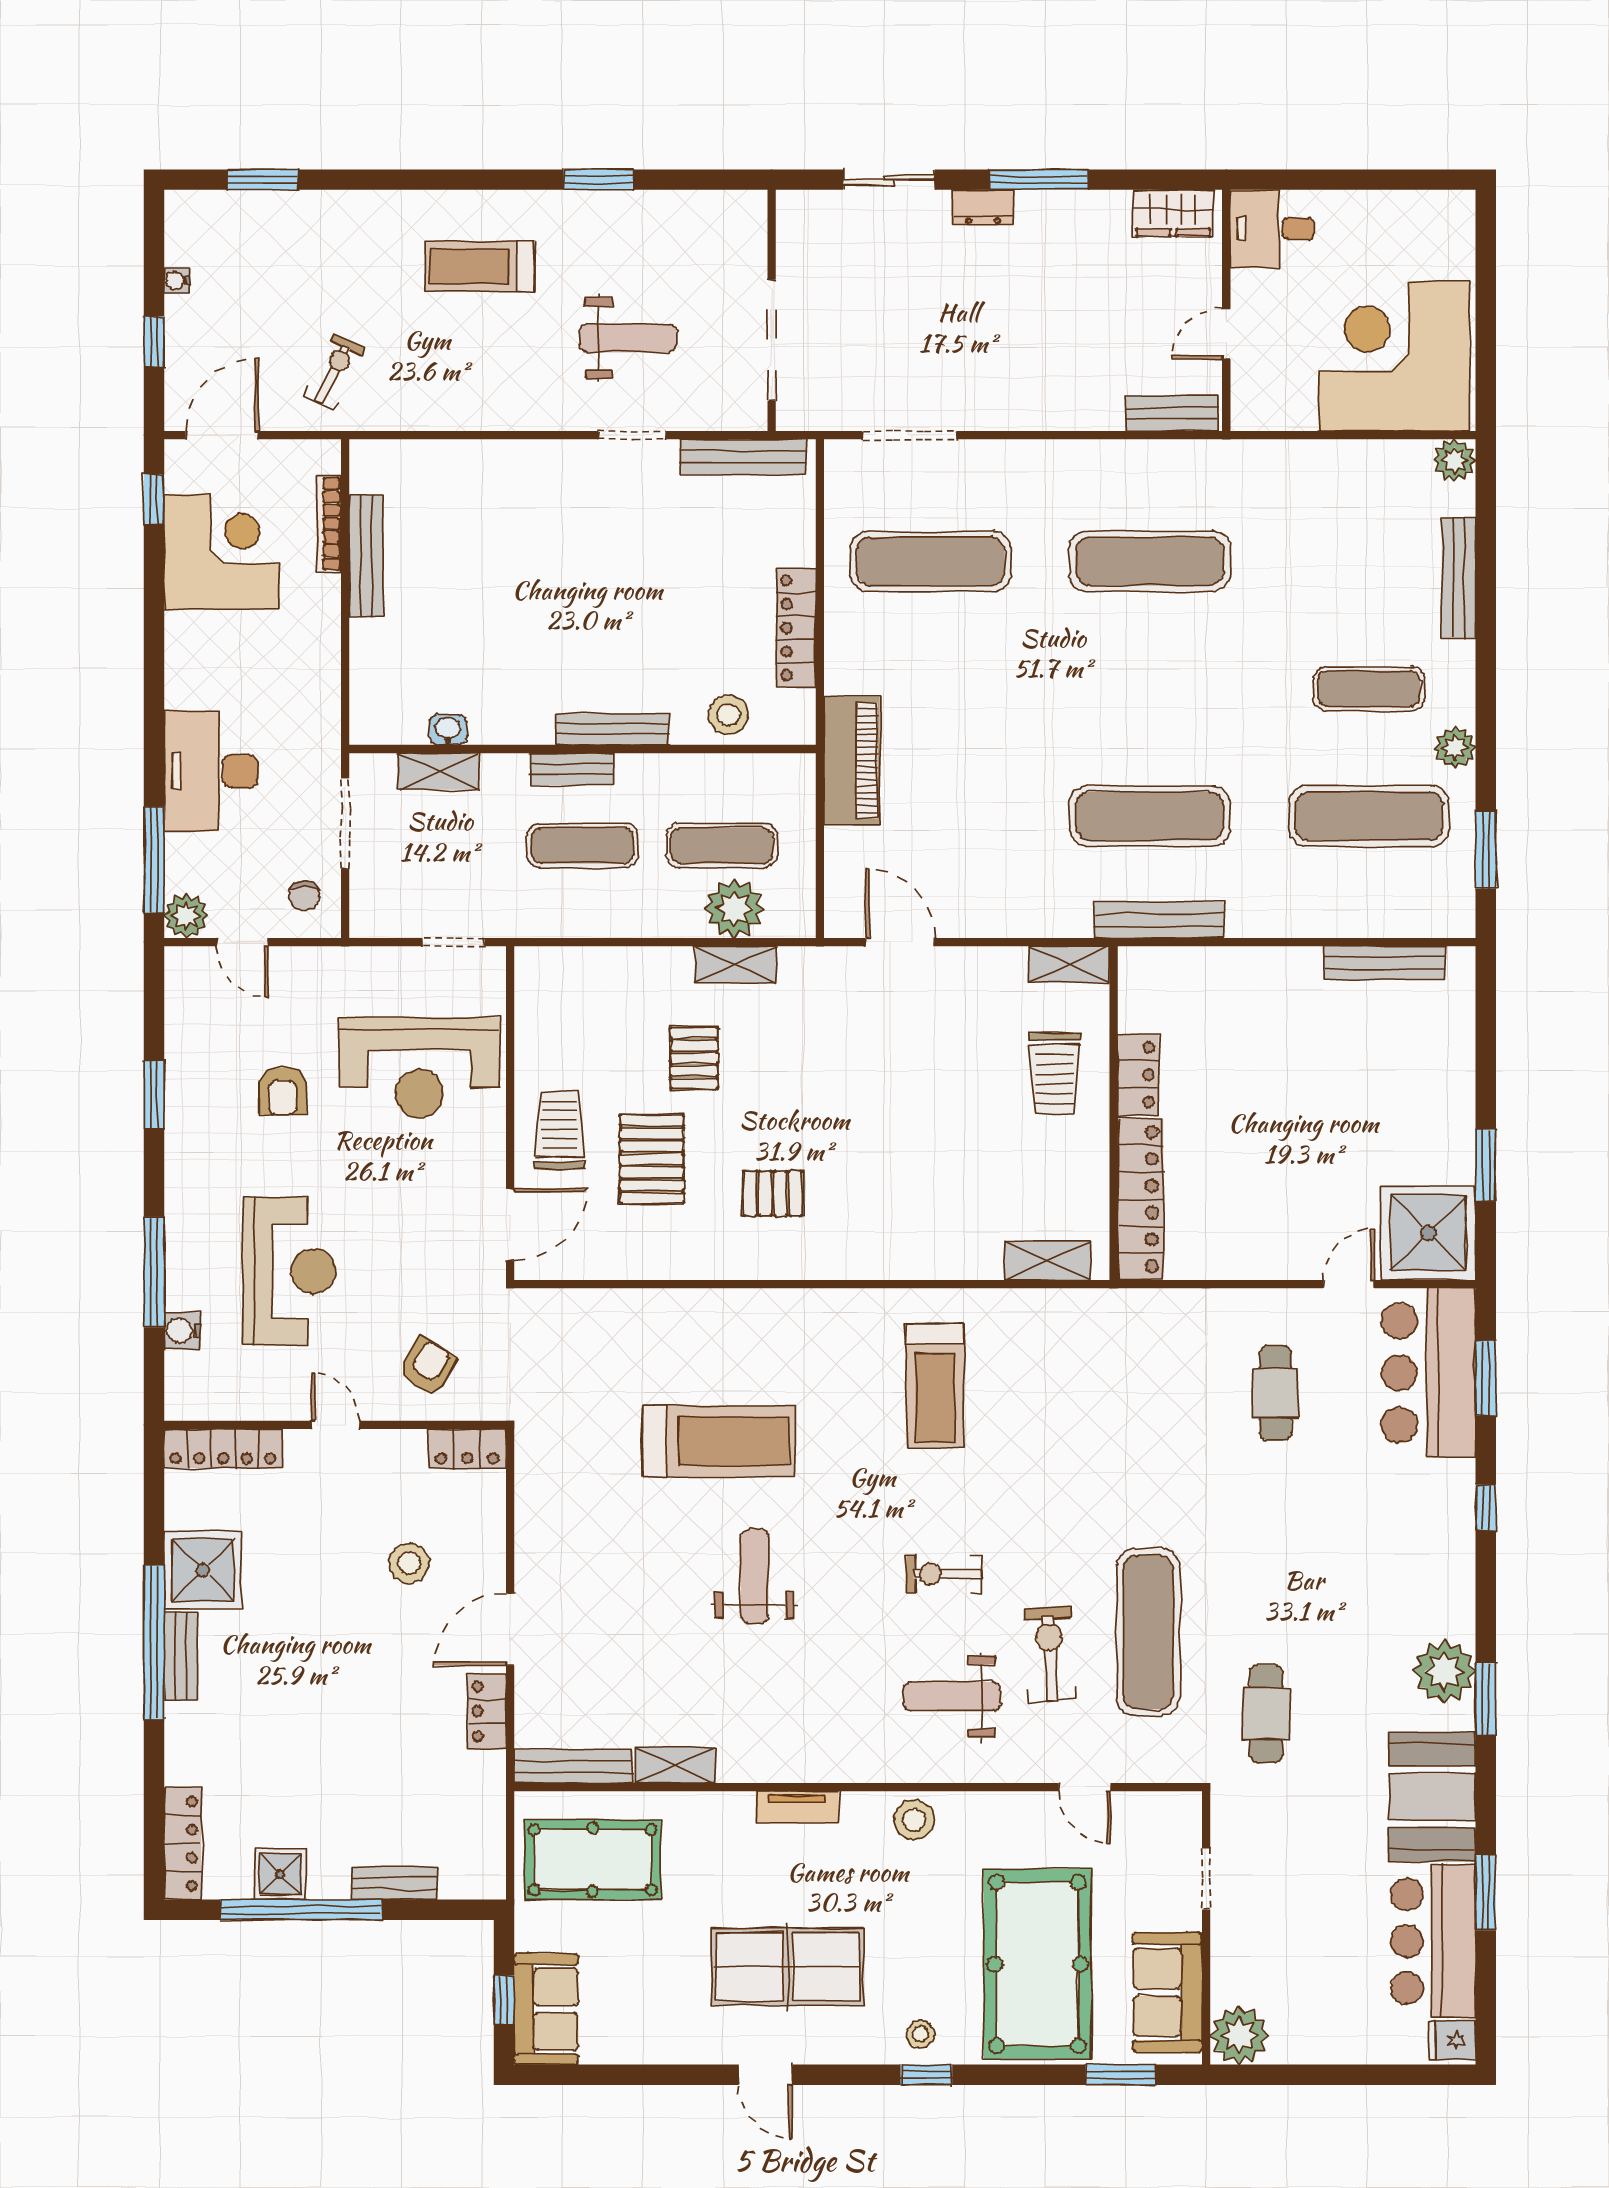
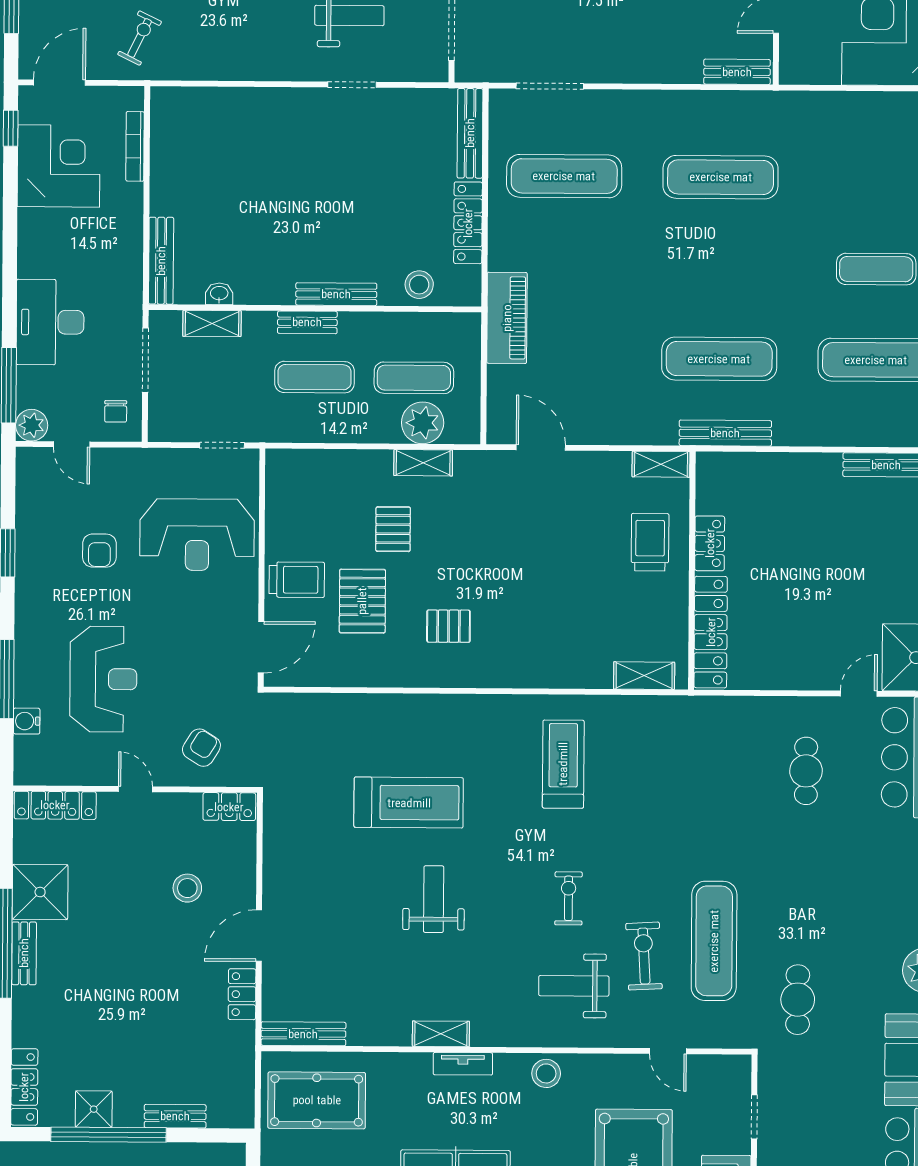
bench: (743, 457) -> (470, 133), moved, turned 90
bench: (366, 556) -> (161, 261), moved
trolley: (1055, 1074) -> (650, 542), turned 180
trolley: (560, 1130) -> (297, 580), turned 90
treadmill: (935, 1386) -> (563, 764), turned 180
exercise bike: (944, 1574) -> (569, 898), turned 90
shelving: (676, 1765) -> (441, 1034), moved

